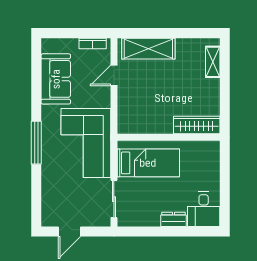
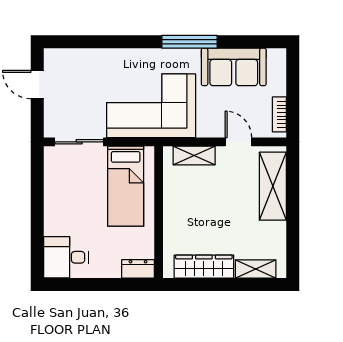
shelving: (125, 110) -> (194, 156), added
wardrobe: (197, 125) -> (204, 267), moved, turned -90
window: (36, 143) -> (189, 42), moved
dresser: (173, 219) -> (138, 269), moved, turned -90

